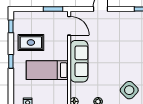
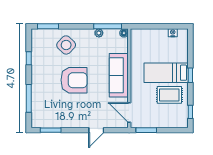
armchair: (122, 57) -> (74, 80), added
bed: (47, 70) -> (166, 73), moved, turned 180

